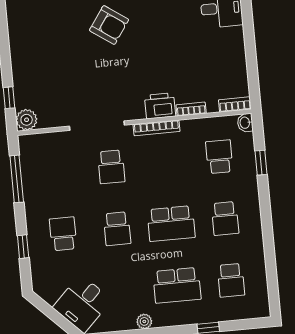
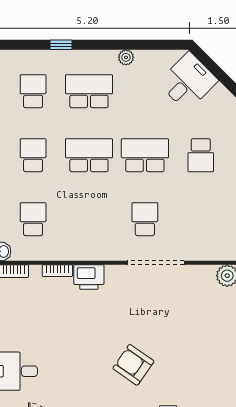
bookcase: (157, 128) -> (95, 255), removed
school desk: (219, 157) -> (33, 219), turned 180
school desk: (117, 229) -> (145, 155), width x1.85

